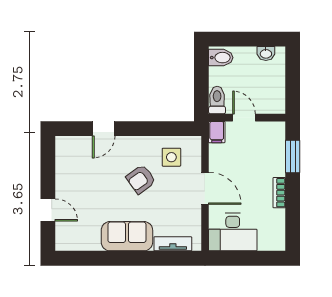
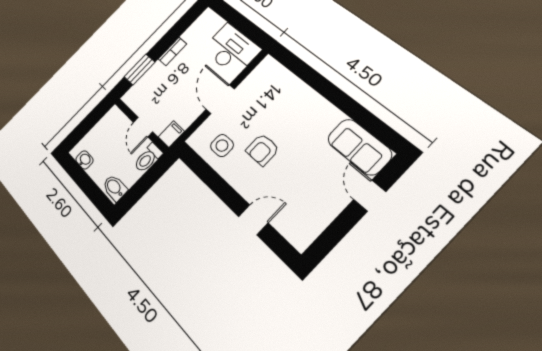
armchair: (141, 179) -> (262, 150), turned 126
sofa: (127, 236) -> (359, 147), moved
tv unit: (173, 244) -> (285, 77), removed

